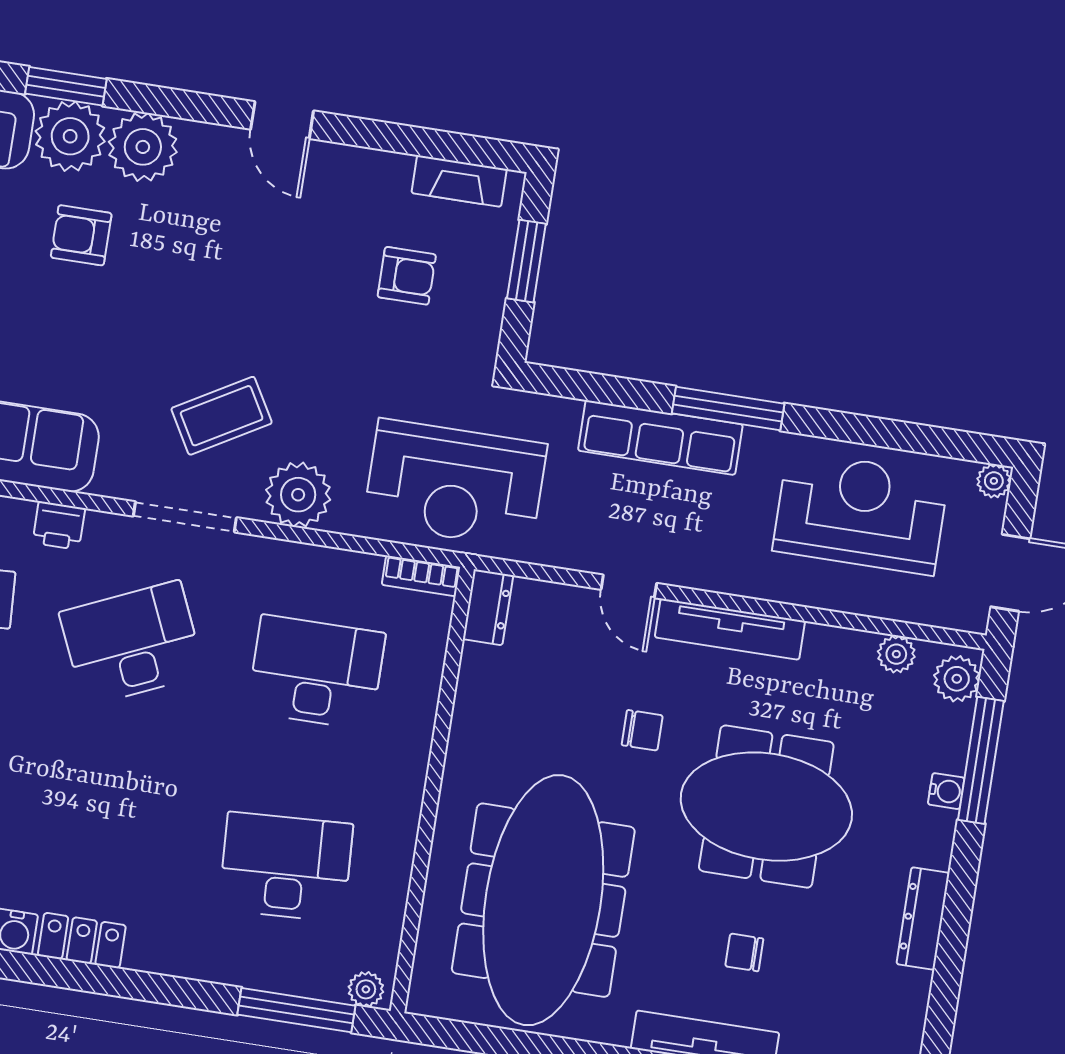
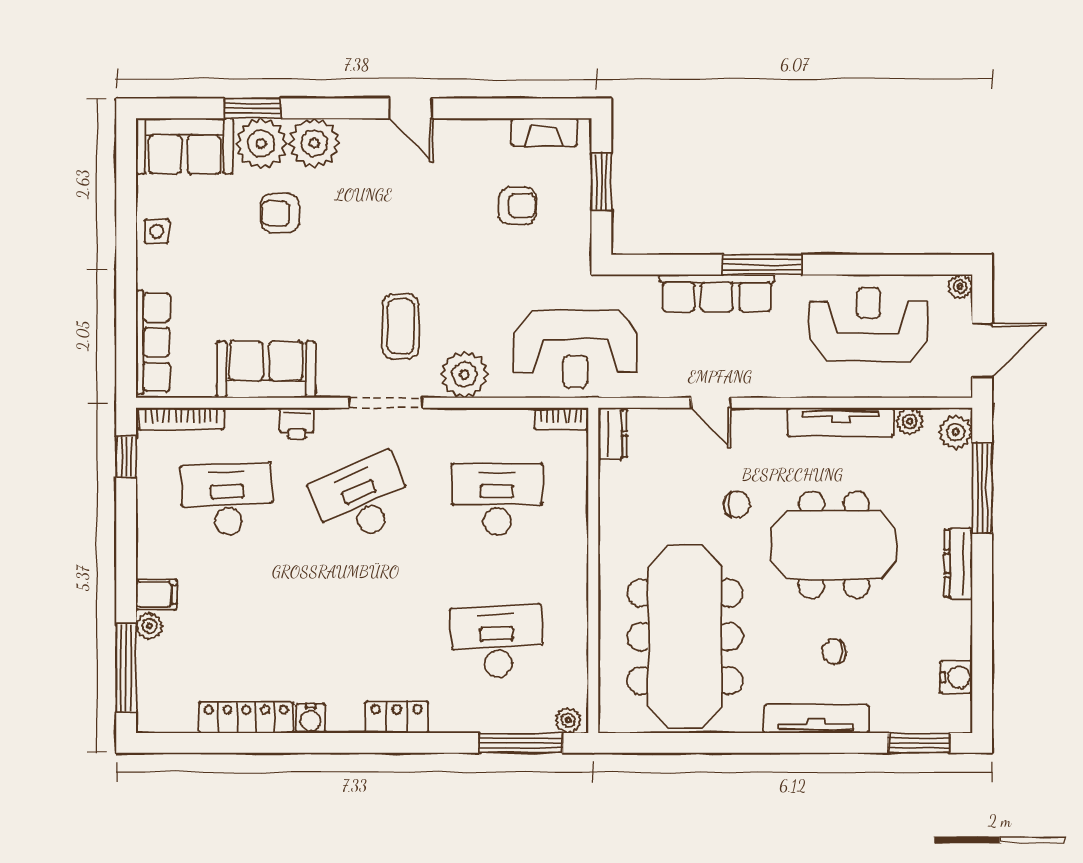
coffee table: (222, 416) -> (401, 326), turned -60
tv unit: (730, 629) -> (841, 422), moved
water cooler: (946, 791) -> (956, 677), moved, width x1.38, depth x1.38
dresser: (923, 918) -> (958, 564), moved
locker: (82, 941) -> (397, 717), moved

